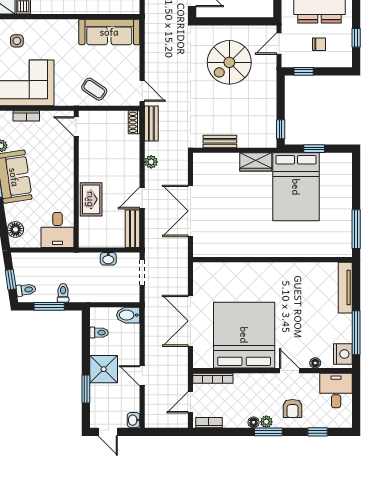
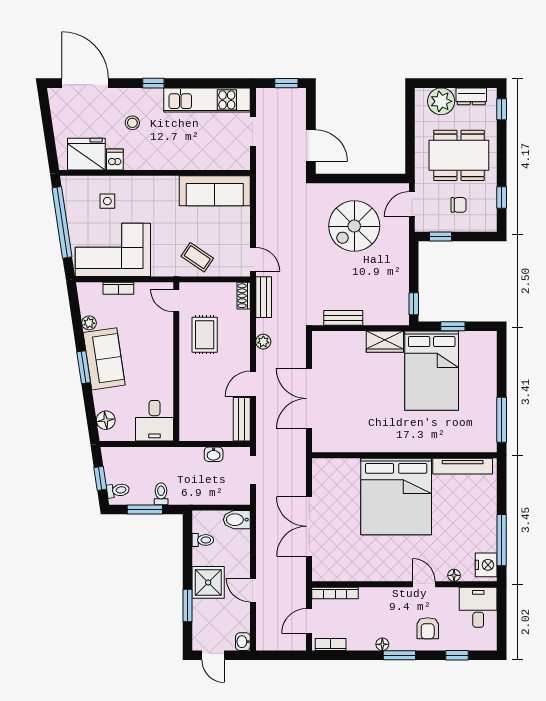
rug: (91, 199) -> (205, 335), moved
tv unit: (345, 288) -> (463, 466), moved, turned -90
bed: (244, 335) -> (396, 496), moved, turned 180
plant: (266, 422) -> (397, 644), removed

